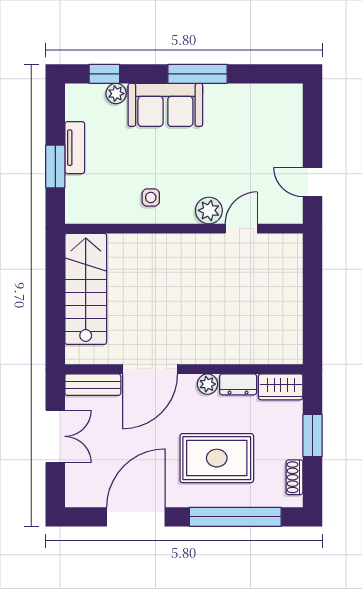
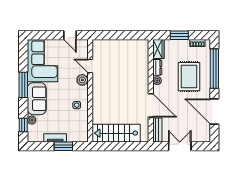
corner sofa: (254, 118) -> (43, 61), added
door: (313, 182) -> (70, 35), hinge flipped

